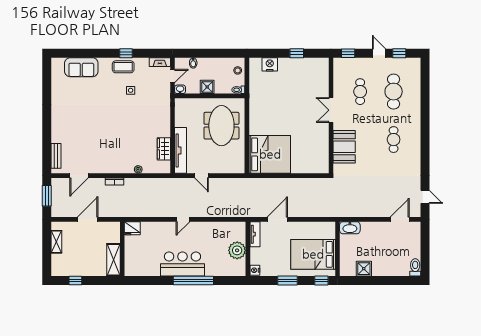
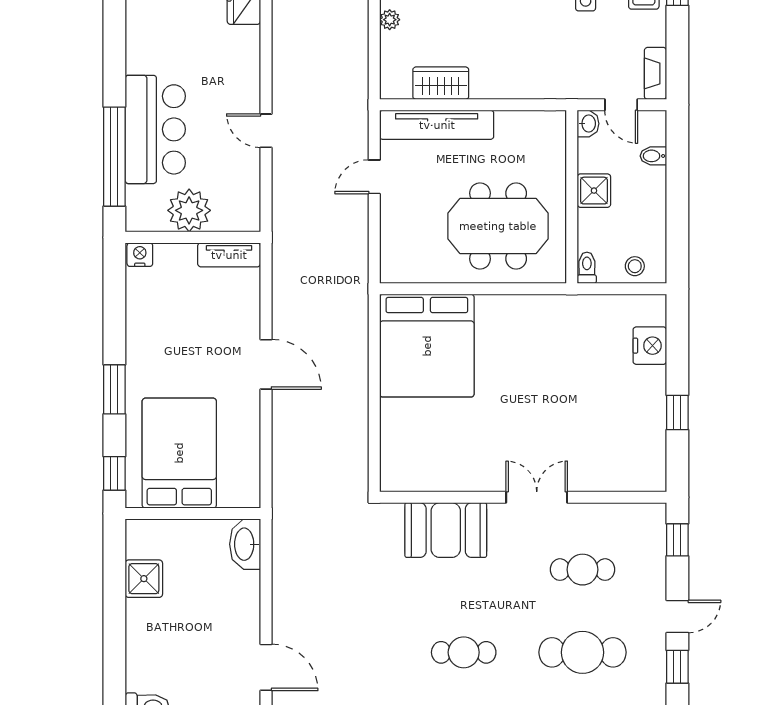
tv unit: (255, 234) -> (229, 255), moved
wall: (248, 249) -> (193, 237), moved
plant: (237, 250) -> (189, 210), moved
nightstand: (255, 270) -> (140, 255), moved

